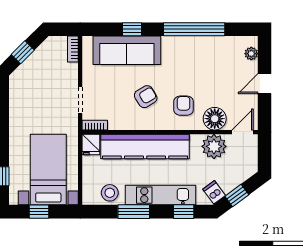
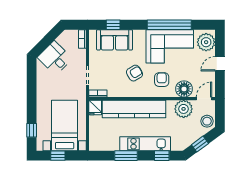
window: (132, 29) -> (113, 25), moved
sofa: (127, 50) -> (115, 40), width x0.73
window: (23, 52) -> (46, 41), removed
plant: (251, 54) -> (206, 42), width x1.88, depth x1.88
corner sofa: (195, 59) -> (170, 46), added
desk: (35, 76) -> (55, 58), added
dishwasher: (214, 192) -> (184, 142), removed
stool: (110, 193) -> (207, 121), moved

